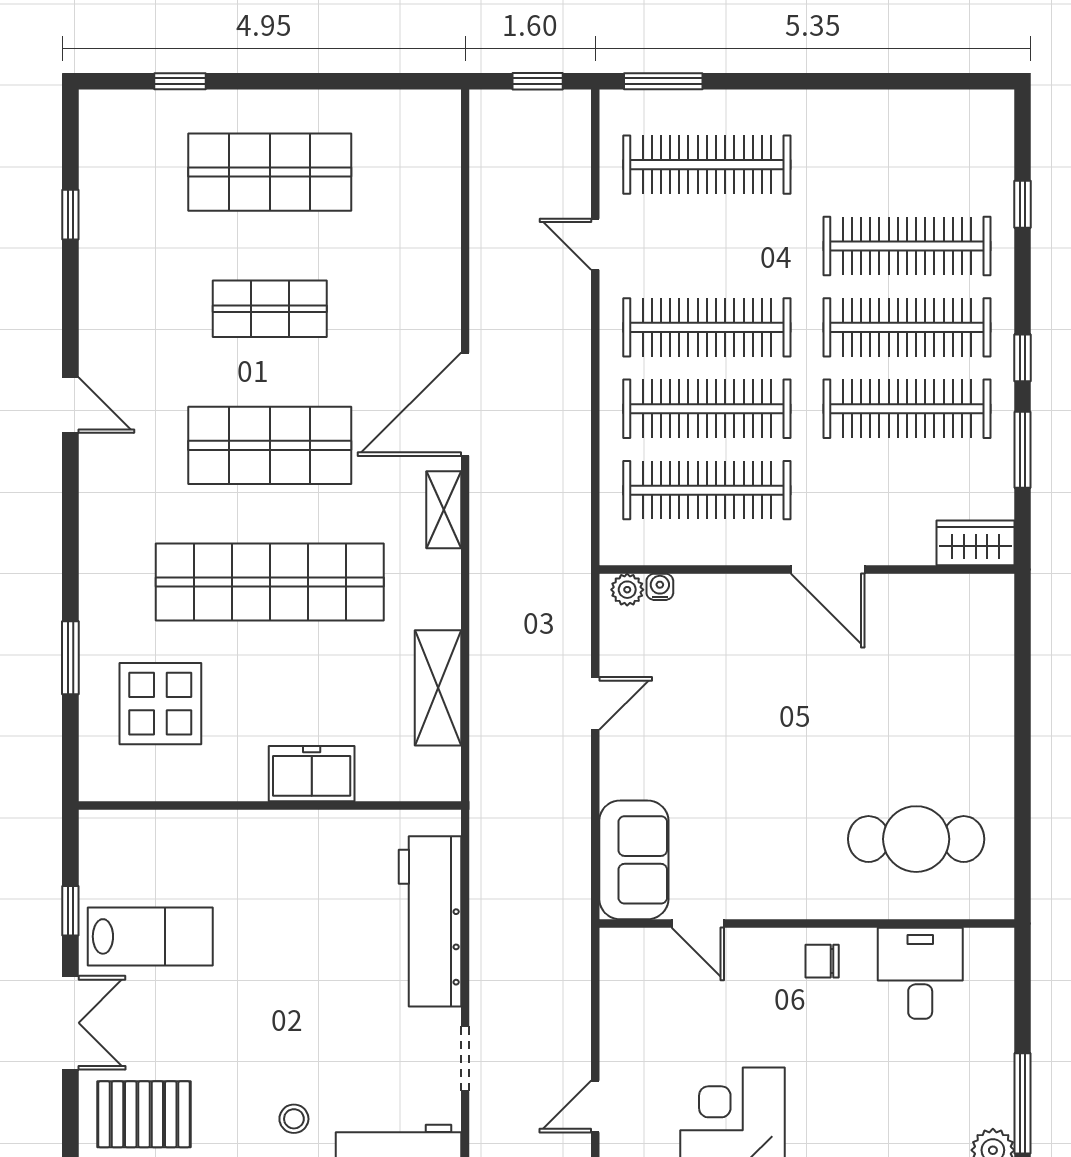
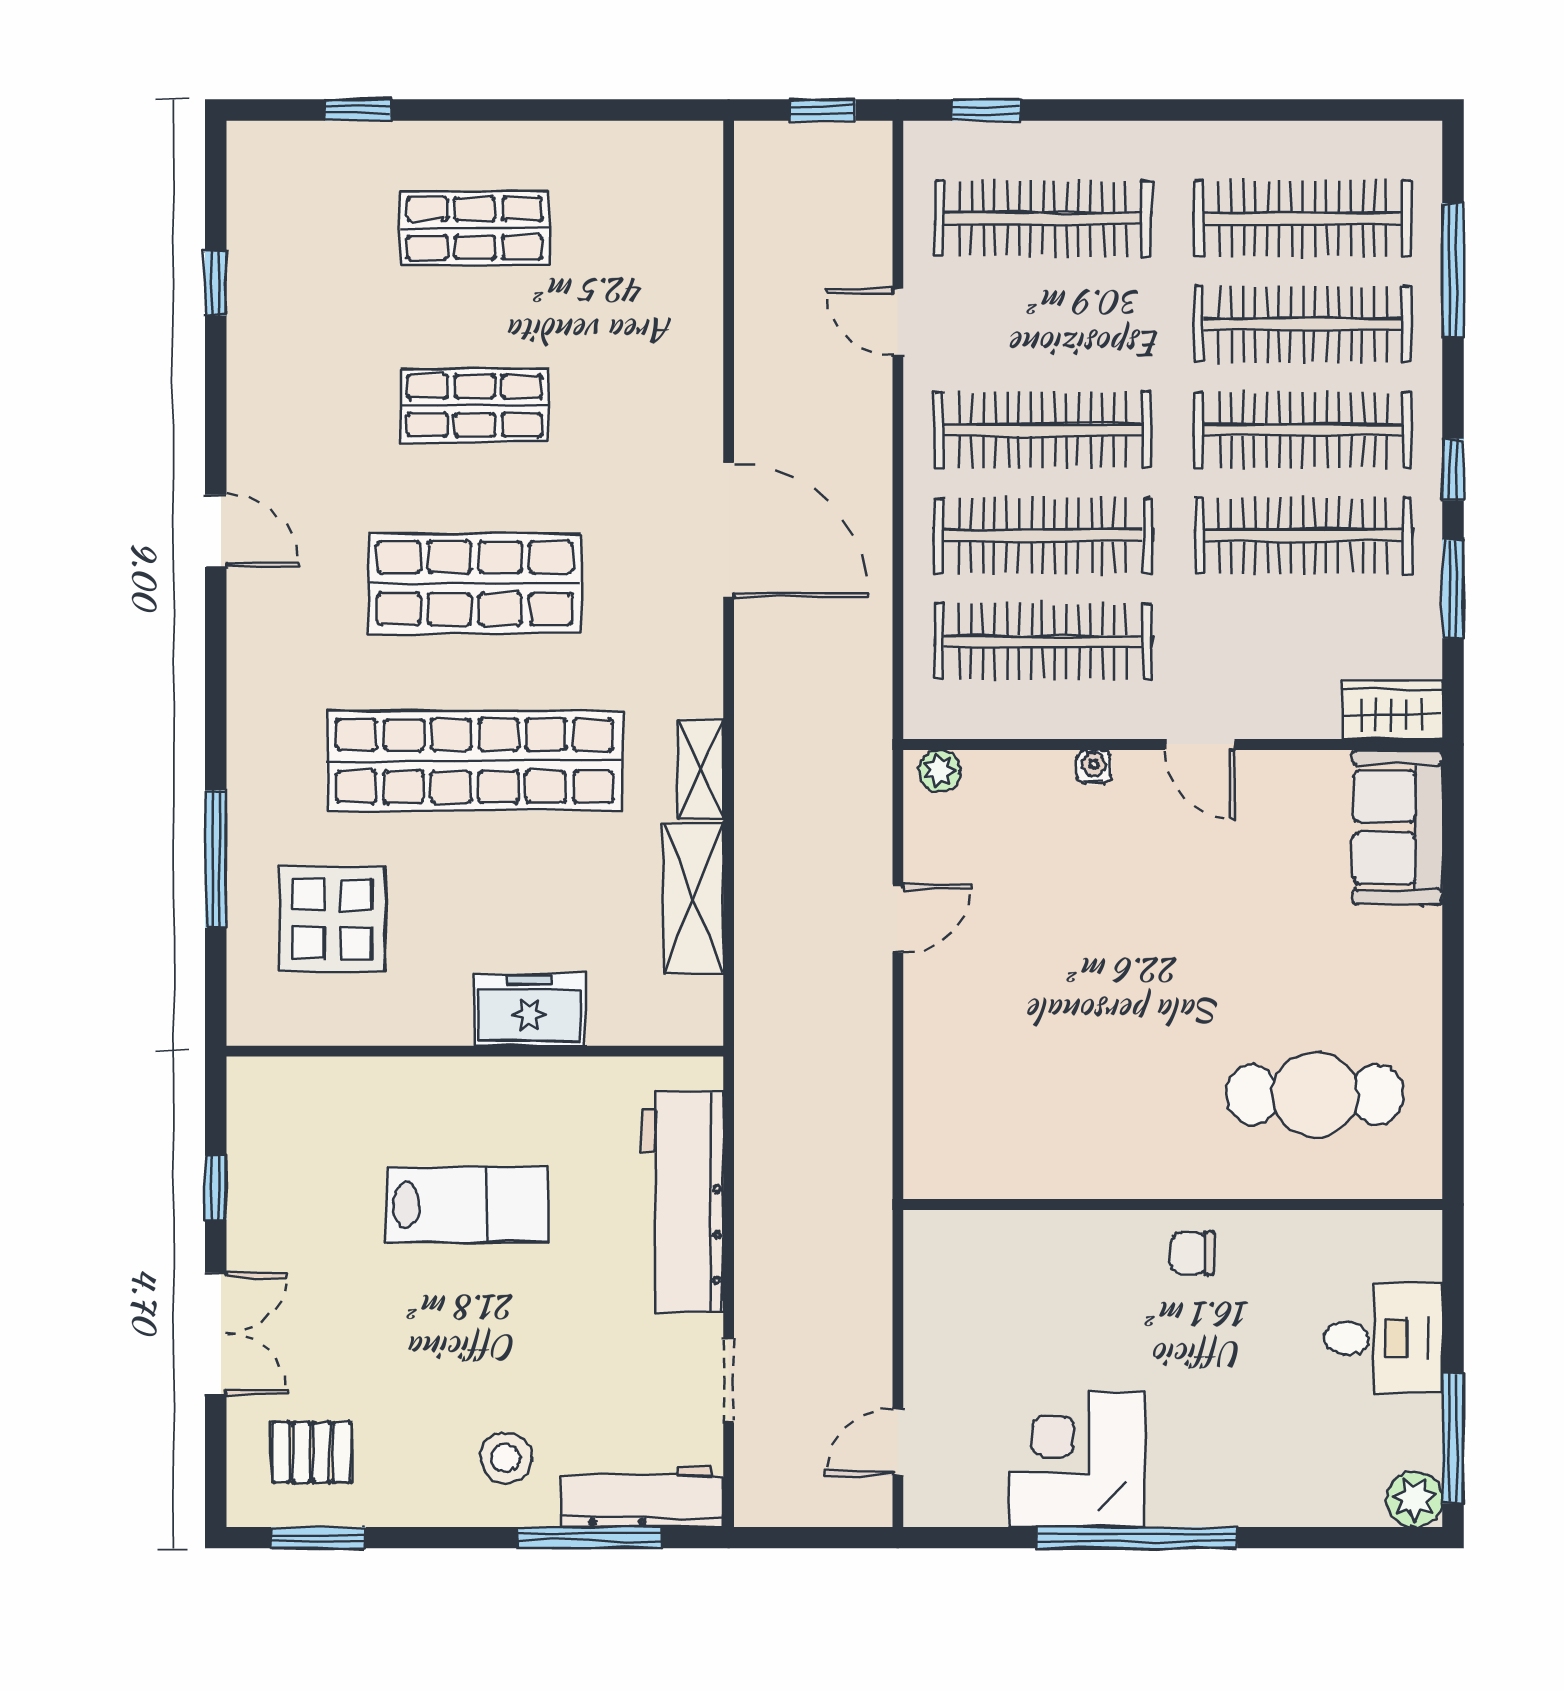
window: (663, 81) -> (986, 110), width x0.67
clothes rail: (907, 165) -> (1303, 218), added
shop shelf: (270, 172) -> (475, 228), width x0.70, depth x0.74
window: (1023, 204) -> (1453, 270), width x2.17
door: (465, 404) -> (729, 530), swing flipped
shelving: (444, 510) -> (701, 769), moved
door: (828, 569) -> (1200, 744), width x0.73
water cooler: (660, 587) -> (1094, 767), moved
window: (70, 658) -> (216, 859), width x1.44
sofa: (634, 860) -> (1398, 827), moved, turned 180
door: (698, 924) -> (1031, 1204), removed
lab bench: (150, 936) -> (468, 1205), moved
desk: (920, 973) -> (1383, 1338), moved, turned 90
pallet: (144, 1114) -> (311, 1452), width x0.67, depth x0.71
stool: (294, 1119) -> (506, 1458), width x1.37, depth x1.37

